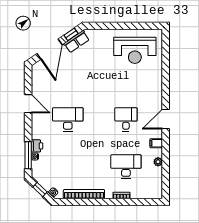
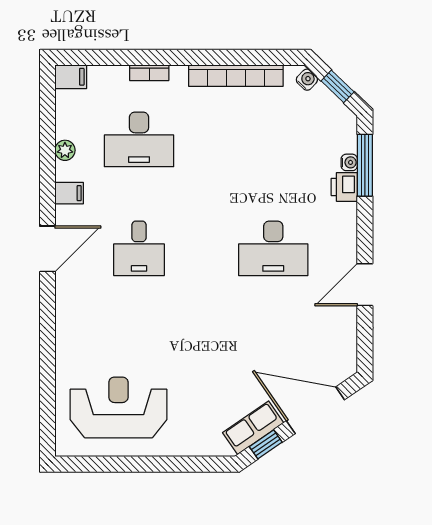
door: (49, 49) -> (315, 410), hinge flipped
door: (28, 104) -> (365, 285), hinge flipped
filing cabinet: (156, 194) -> (71, 77), added

